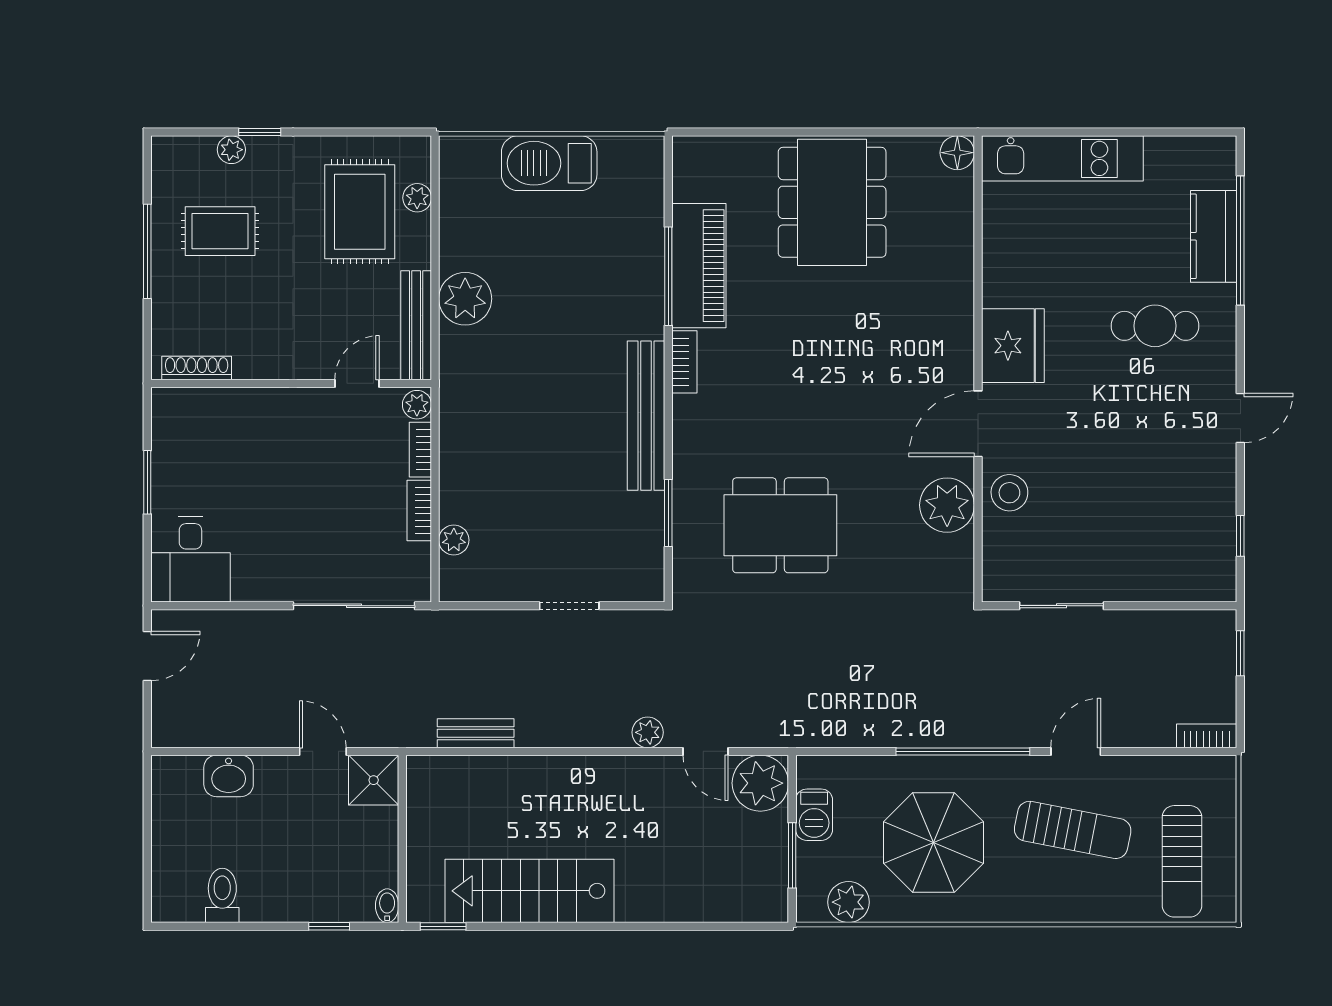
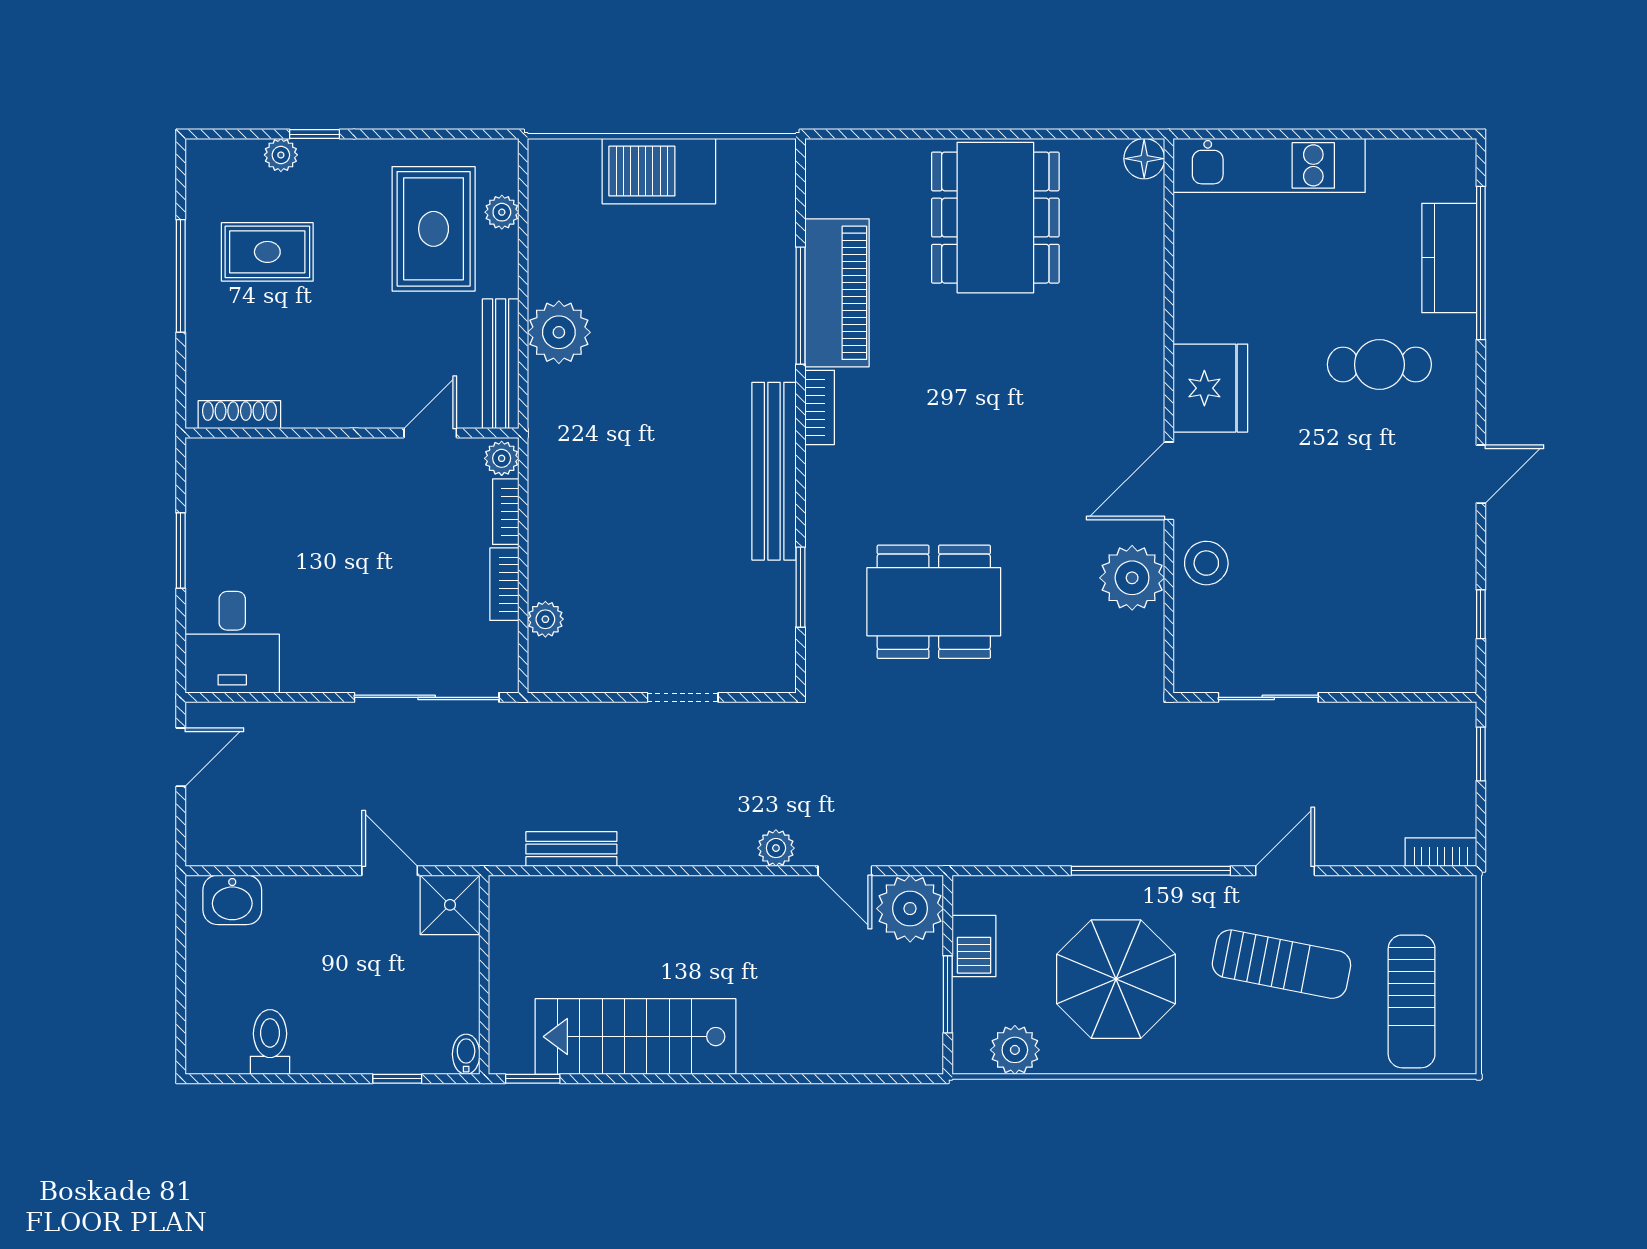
washbasin: (229, 776) -> (232, 900), moved

